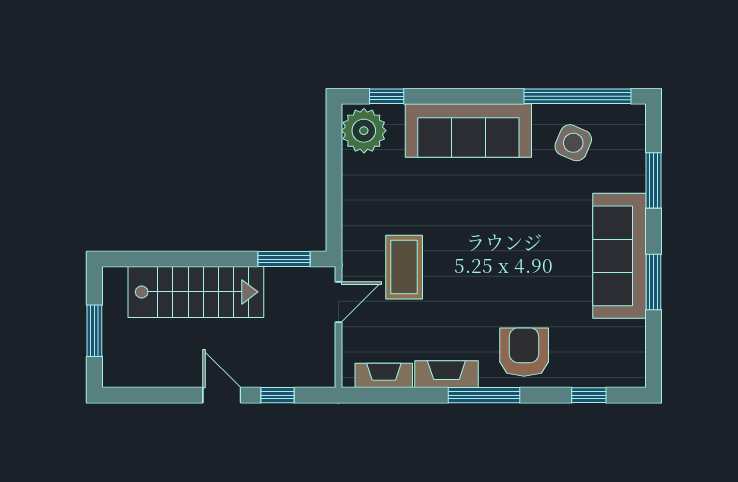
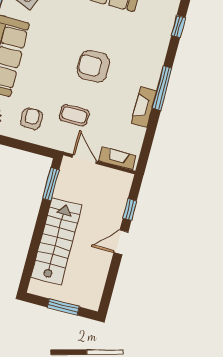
armchair: (380, 201) -> (32, 119), added
coffee table: (404, 267) -> (74, 115), width x0.73, depth x0.77
armchair: (524, 352) -> (93, 66), moved
fireplace: (384, 375) -> (117, 158), moved, turned 90

